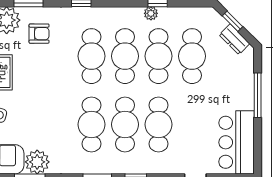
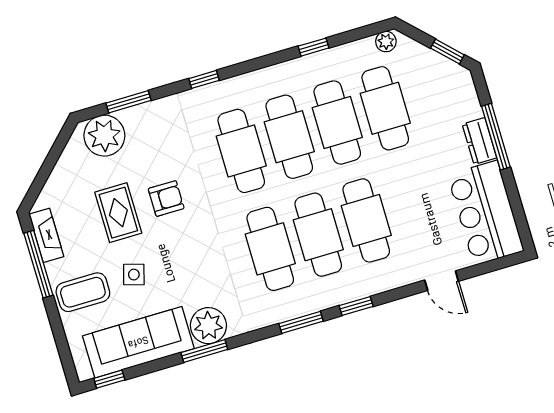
plant: (151, 13) -> (386, 42), moved
window: (232, 21) -> (447, 51), moved
armchair: (39, 34) -> (166, 199), moved
dresser: (234, 39) -> (479, 141), moved, turned 45

